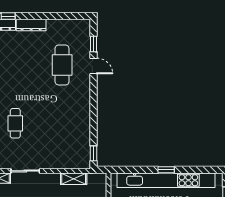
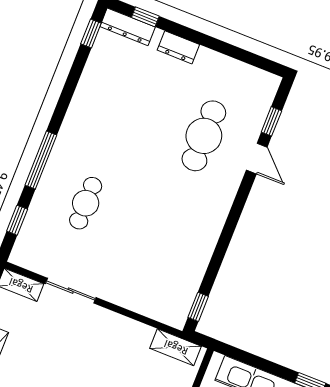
dresser: (31, 25) -> (178, 47), width x0.70
shelving: (74, 179) -> (176, 347), moved

